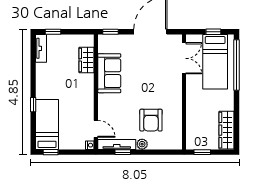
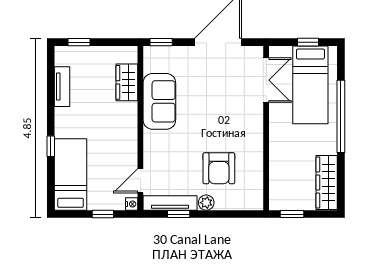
tv unit: (41, 48) -> (62, 87), moved
window: (236, 65) -> (341, 116), moved
door: (96, 129) -> (140, 181), swing flipped
window: (51, 152) -> (103, 214), moved

